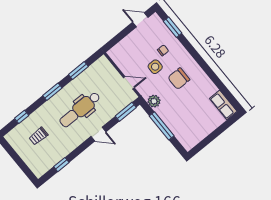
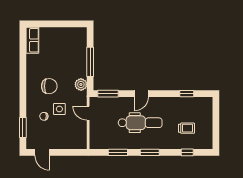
door: (98, 134) -> (141, 94), swing flipped

